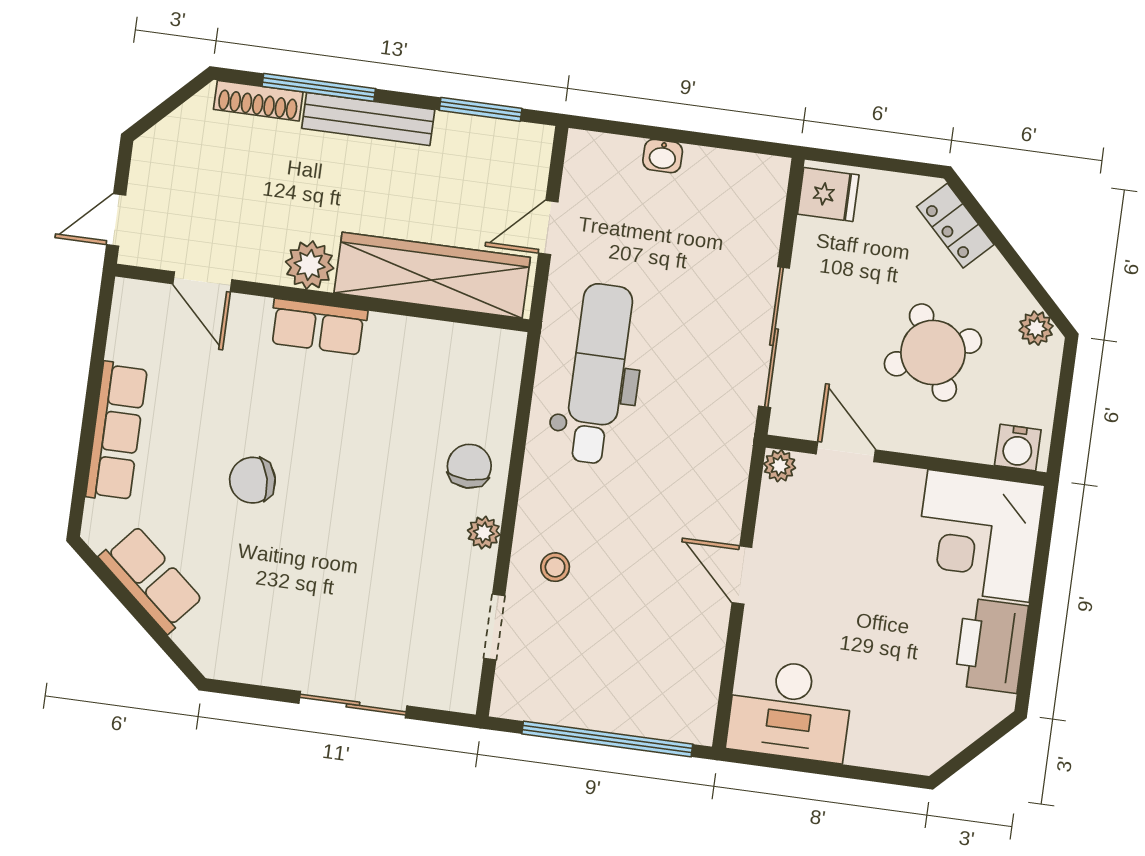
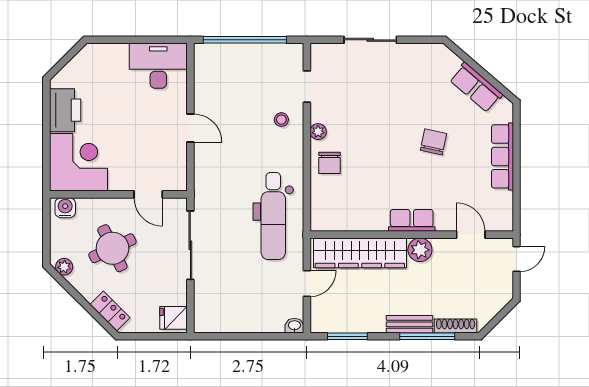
bench: (368, 119) -> (410, 324), width x0.73
washbasin: (663, 156) -> (294, 326), moved
plant: (780, 466) -> (179, 183), removed
chair: (252, 480) -> (434, 142), turned -65

